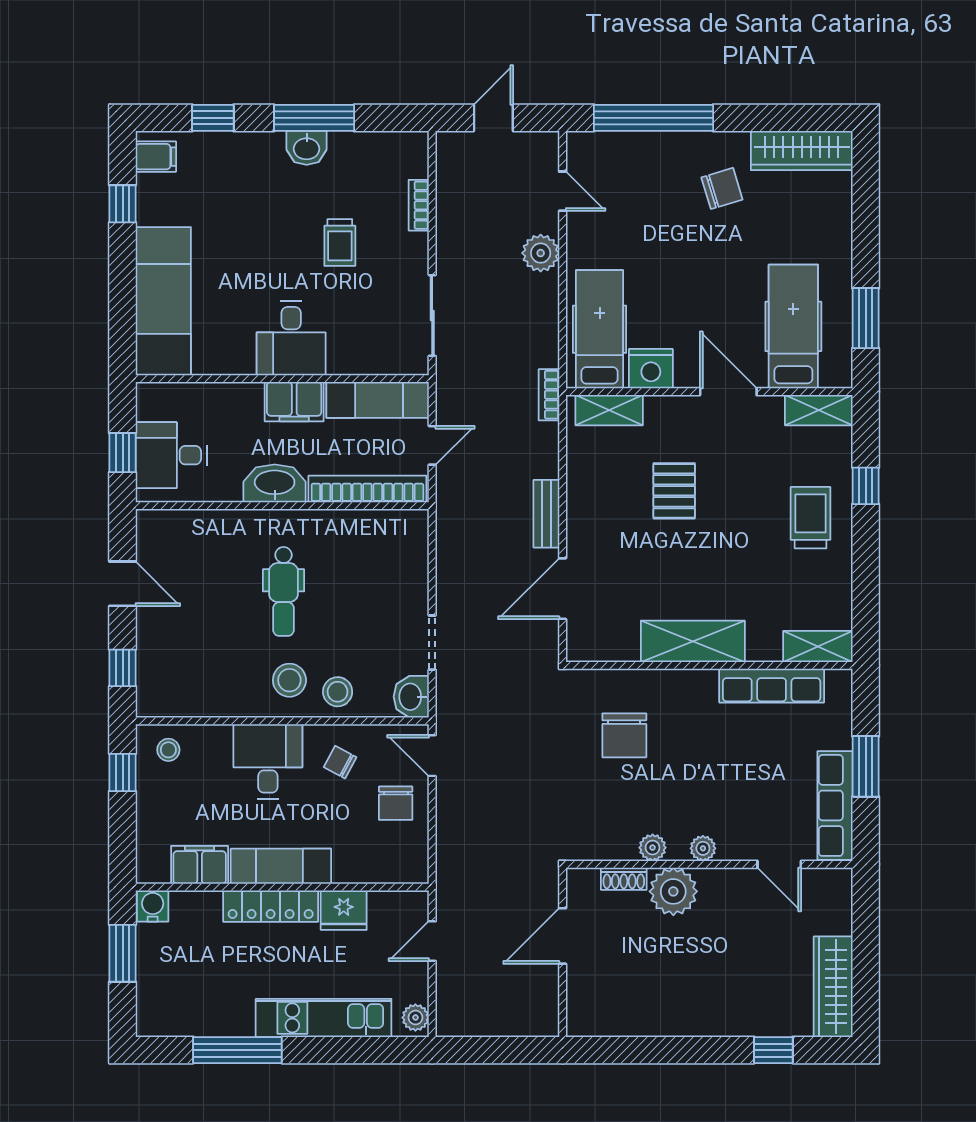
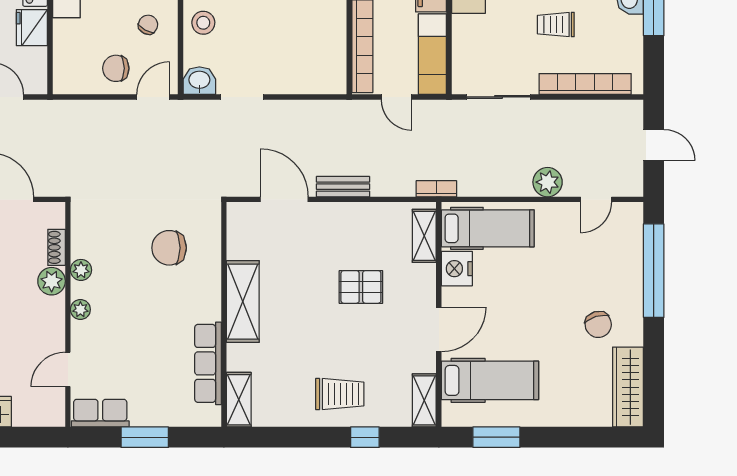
bookcase: (419, 205) -> (585, 84), width x2.31, depth x1.31
row of seats: (835, 805) -> (100, 413), width x0.68
plant: (673, 891) -> (52, 281), width x0.73, depth x0.73

